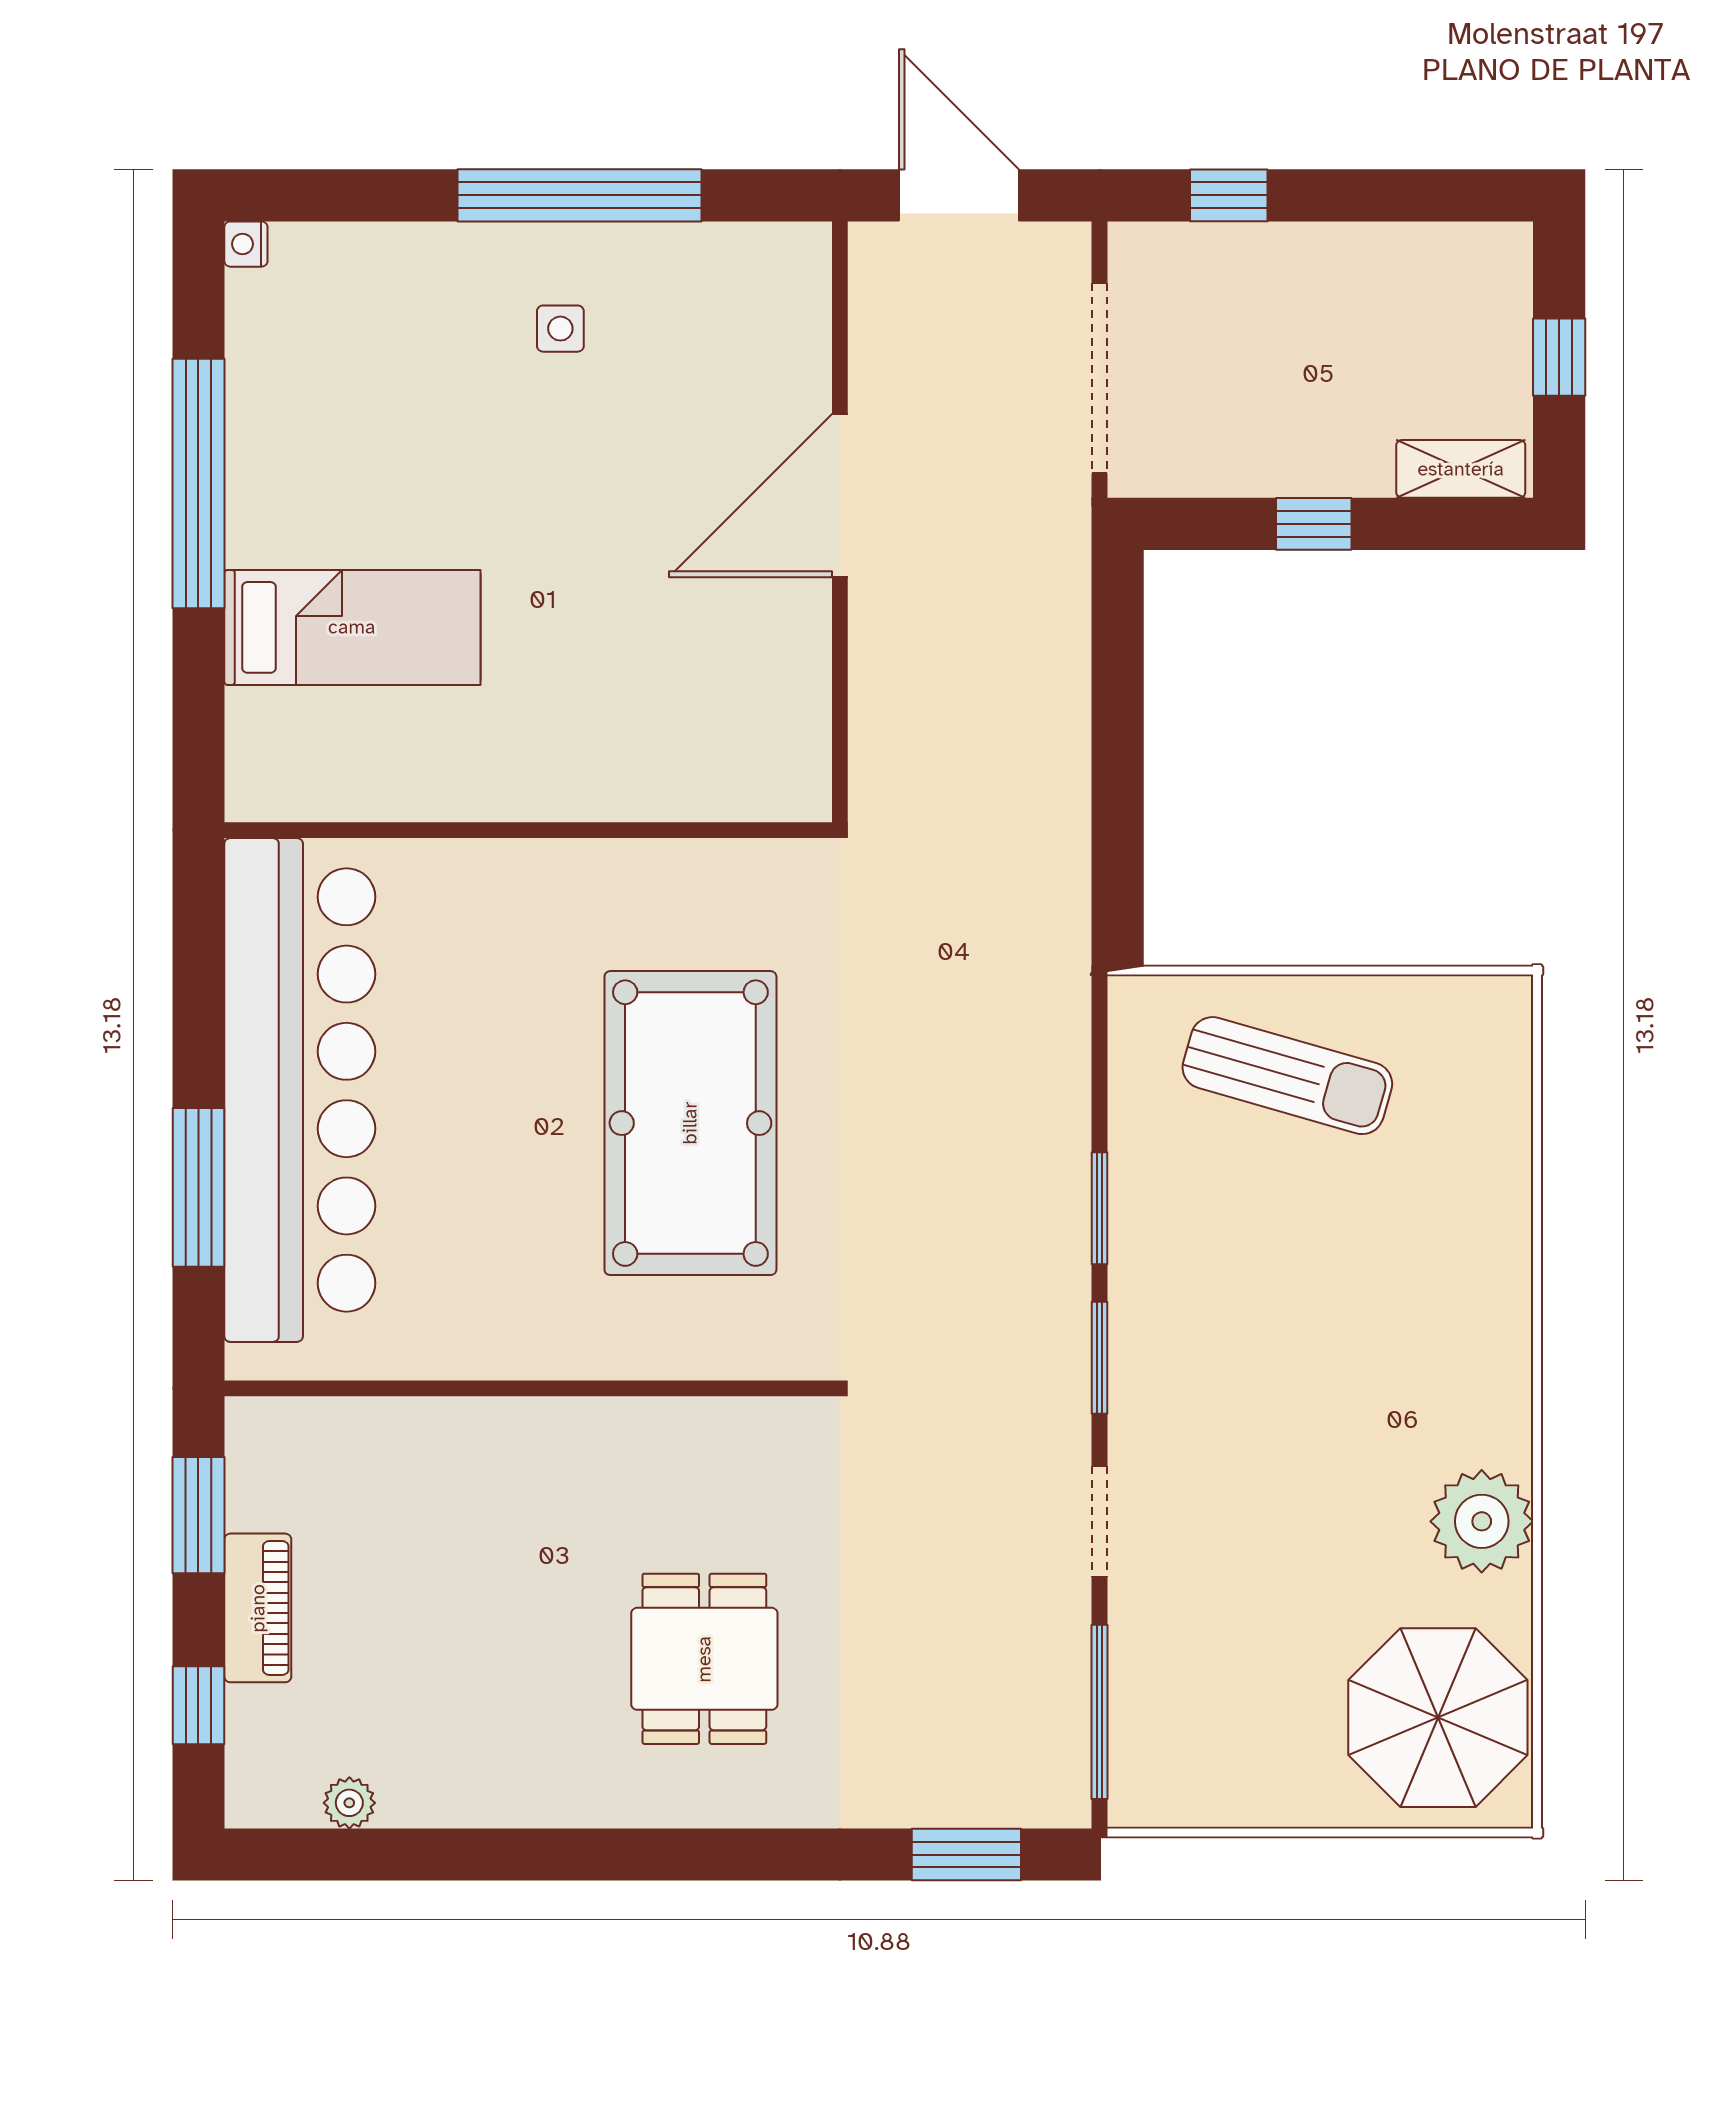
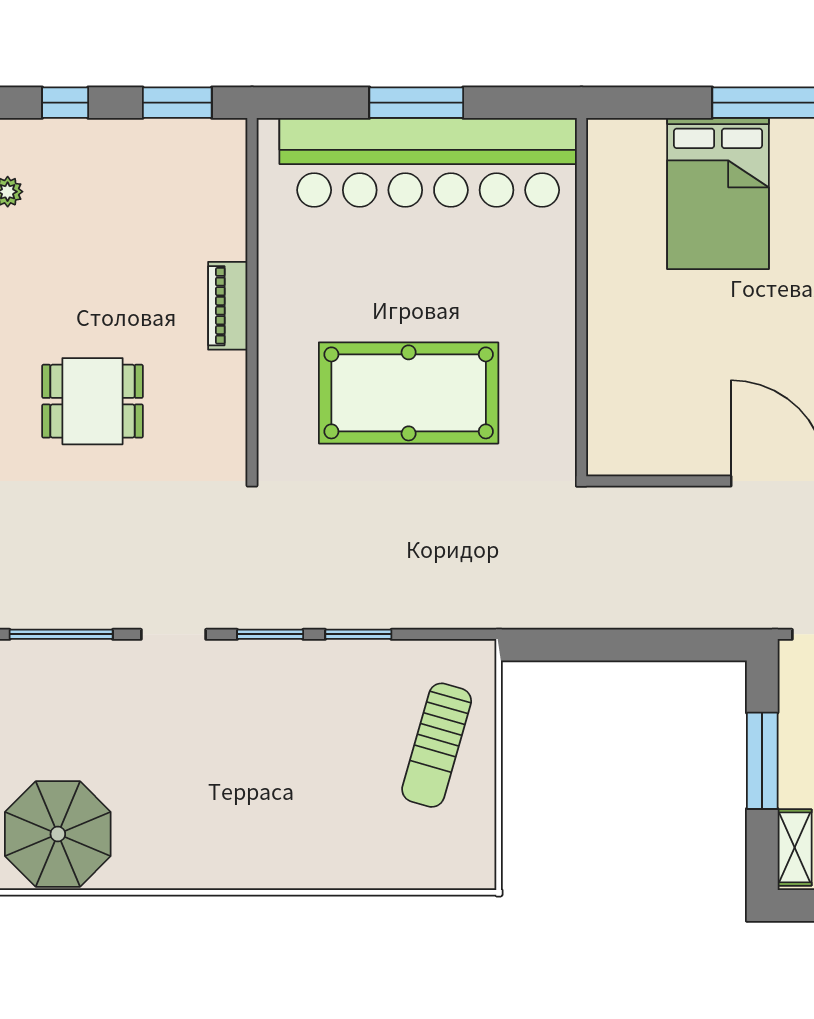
window: (1314, 524) -> (762, 761), width x2.17
bed: (352, 627) -> (718, 194), width x1.50
window: (198, 1187) -> (416, 103), moved
plant: (1482, 1521) -> (174, 860), removed
piano: (258, 1608) -> (228, 306), moved, turned 90

